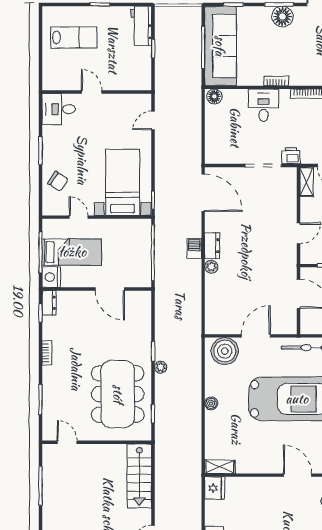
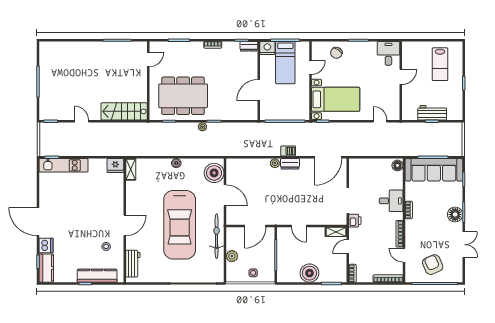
workbench: (141, 26) -> (432, 113), moved

